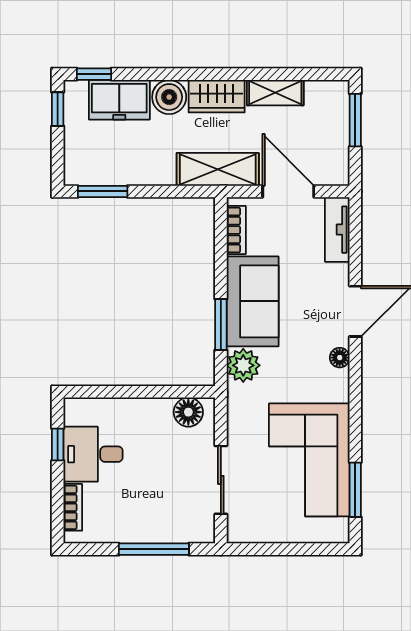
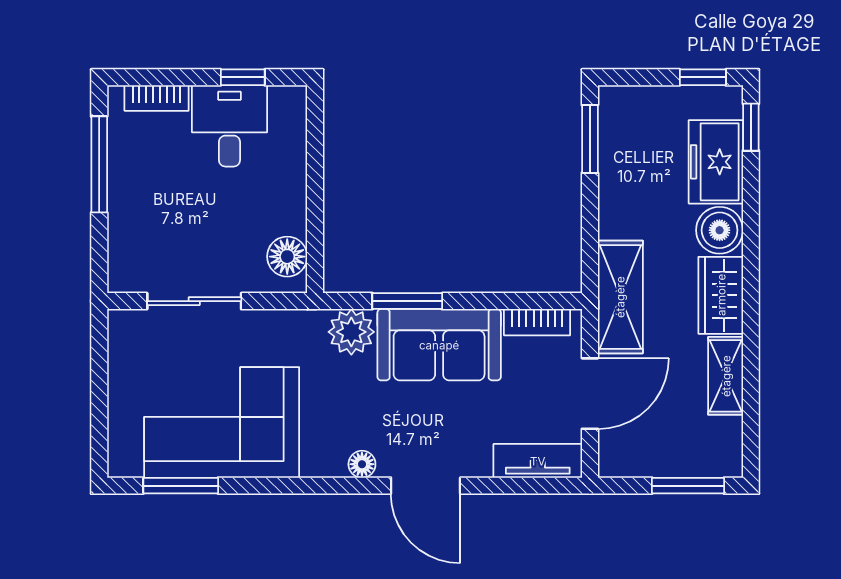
window: (154, 549) -> (99, 164), moved

